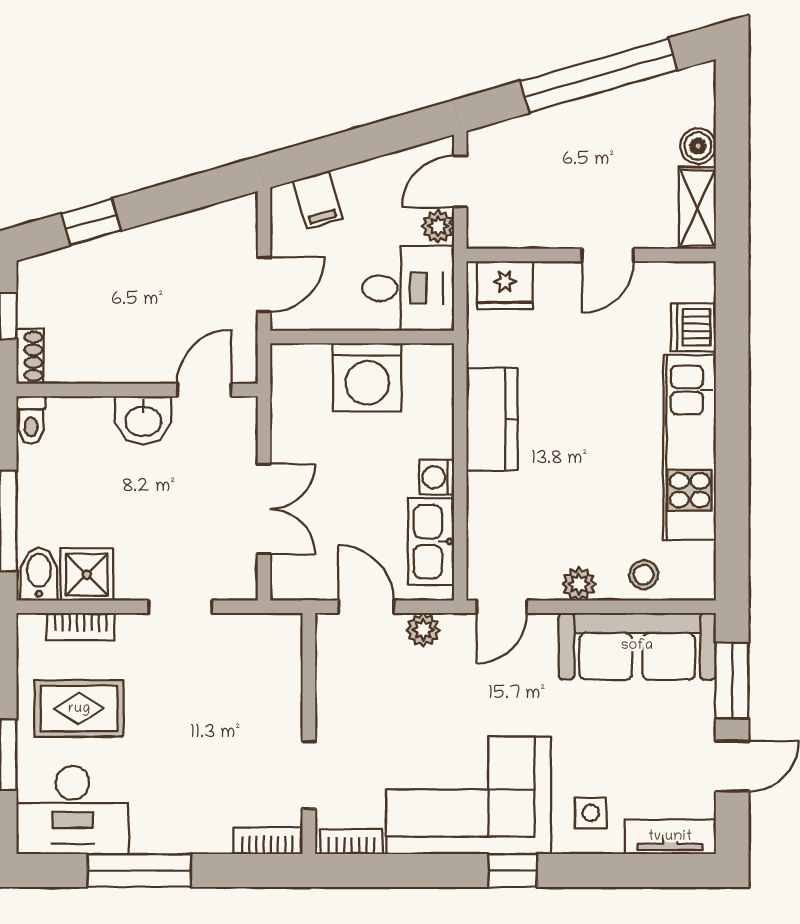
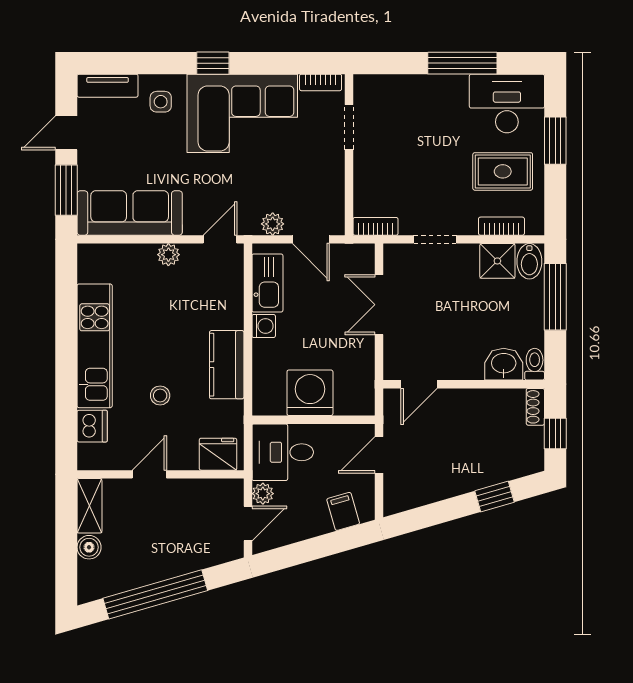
washbasin: (143, 420) -> (504, 364), moved
stool: (644, 575) -> (160, 395), moved
bookcase: (267, 841) -> (376, 226), moved, turned 180

